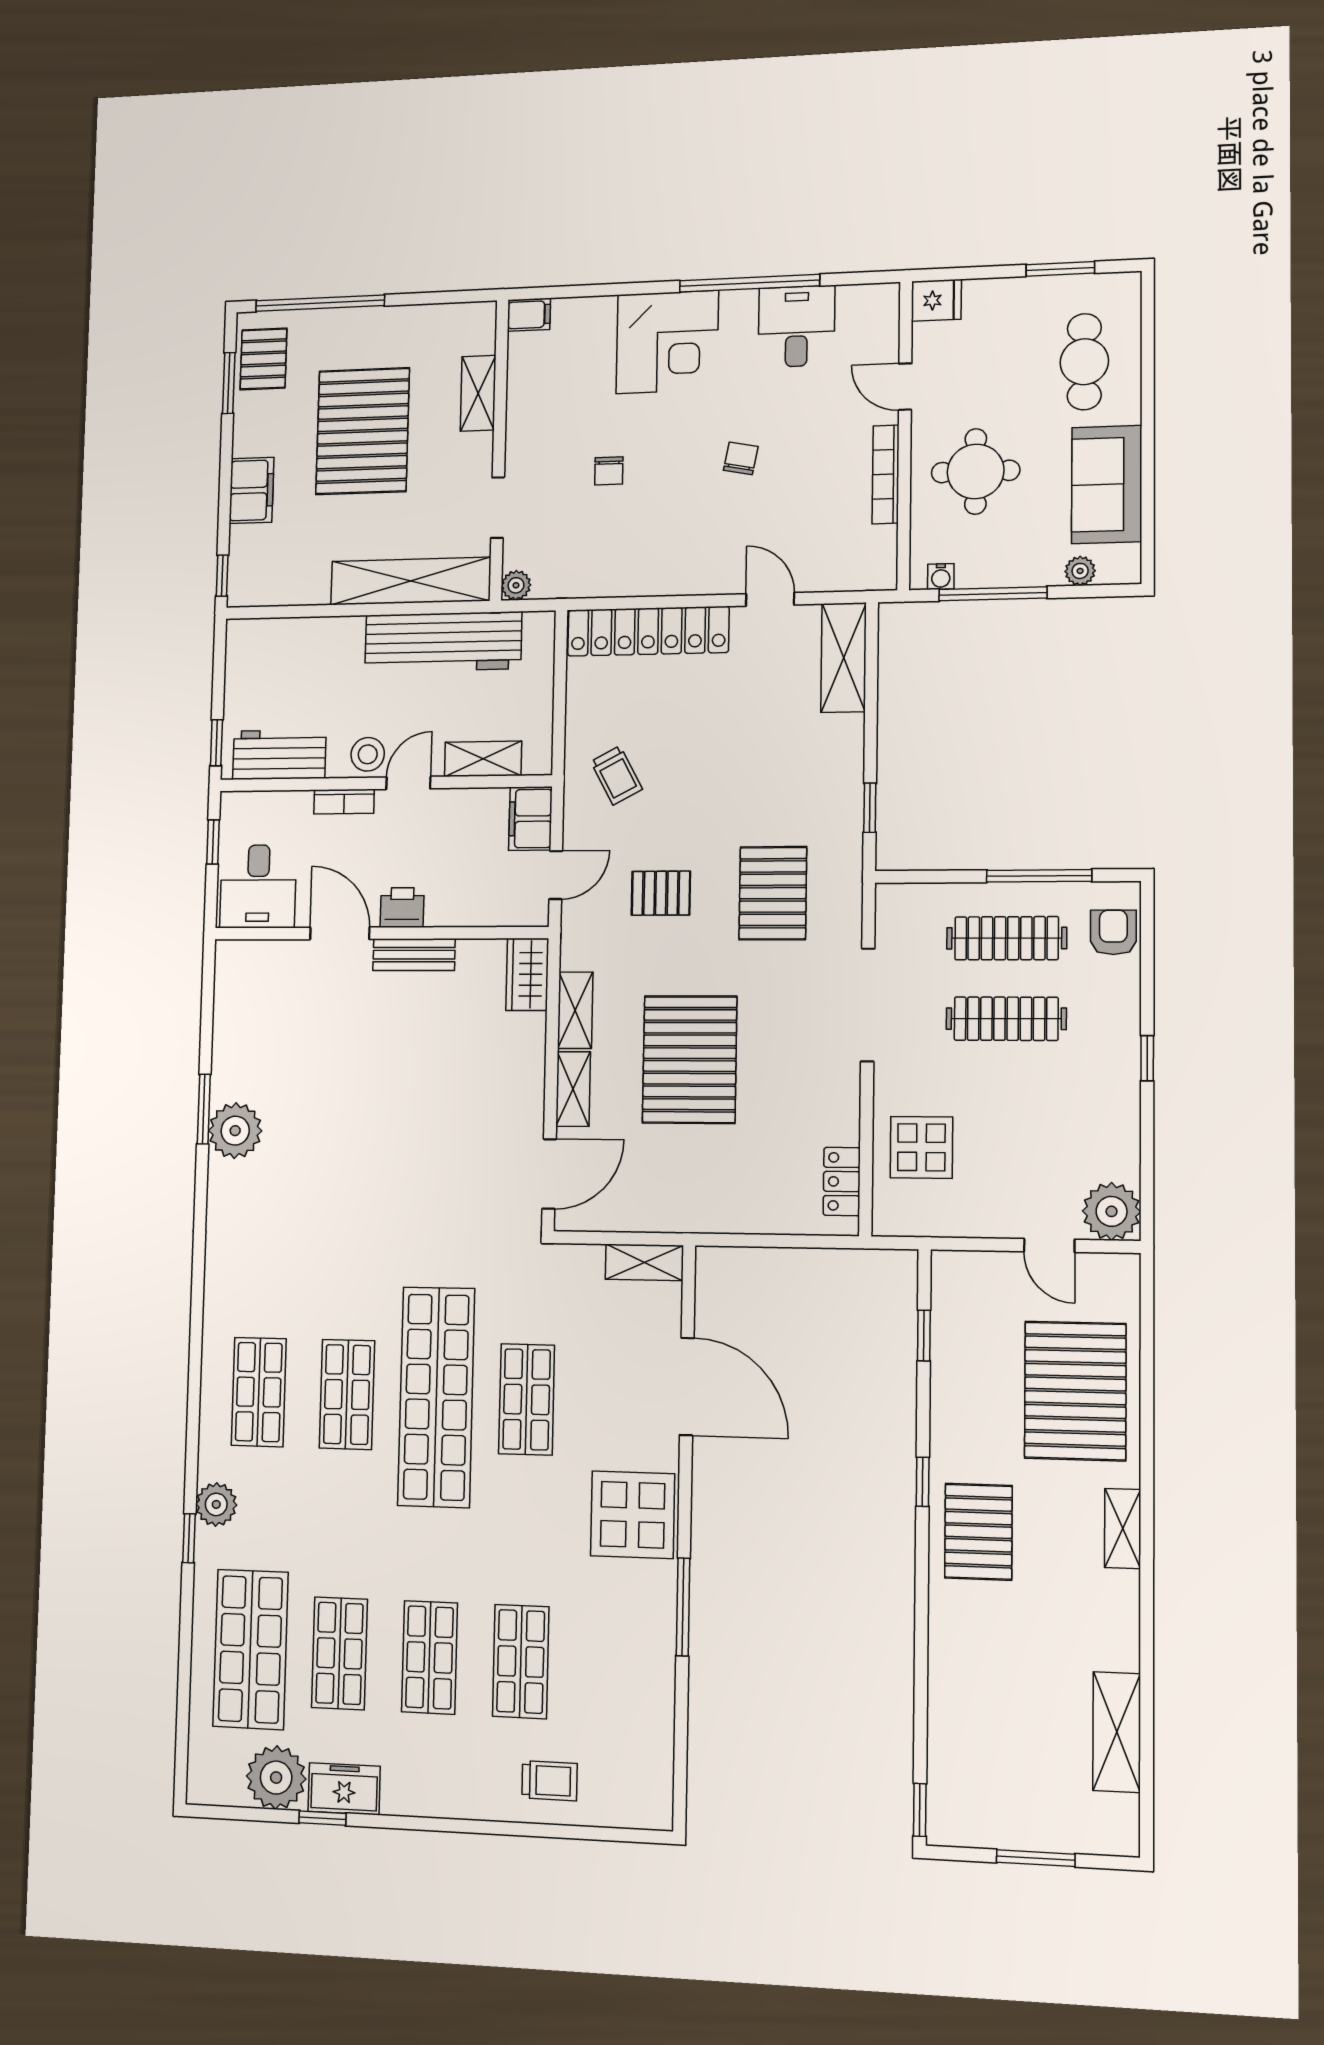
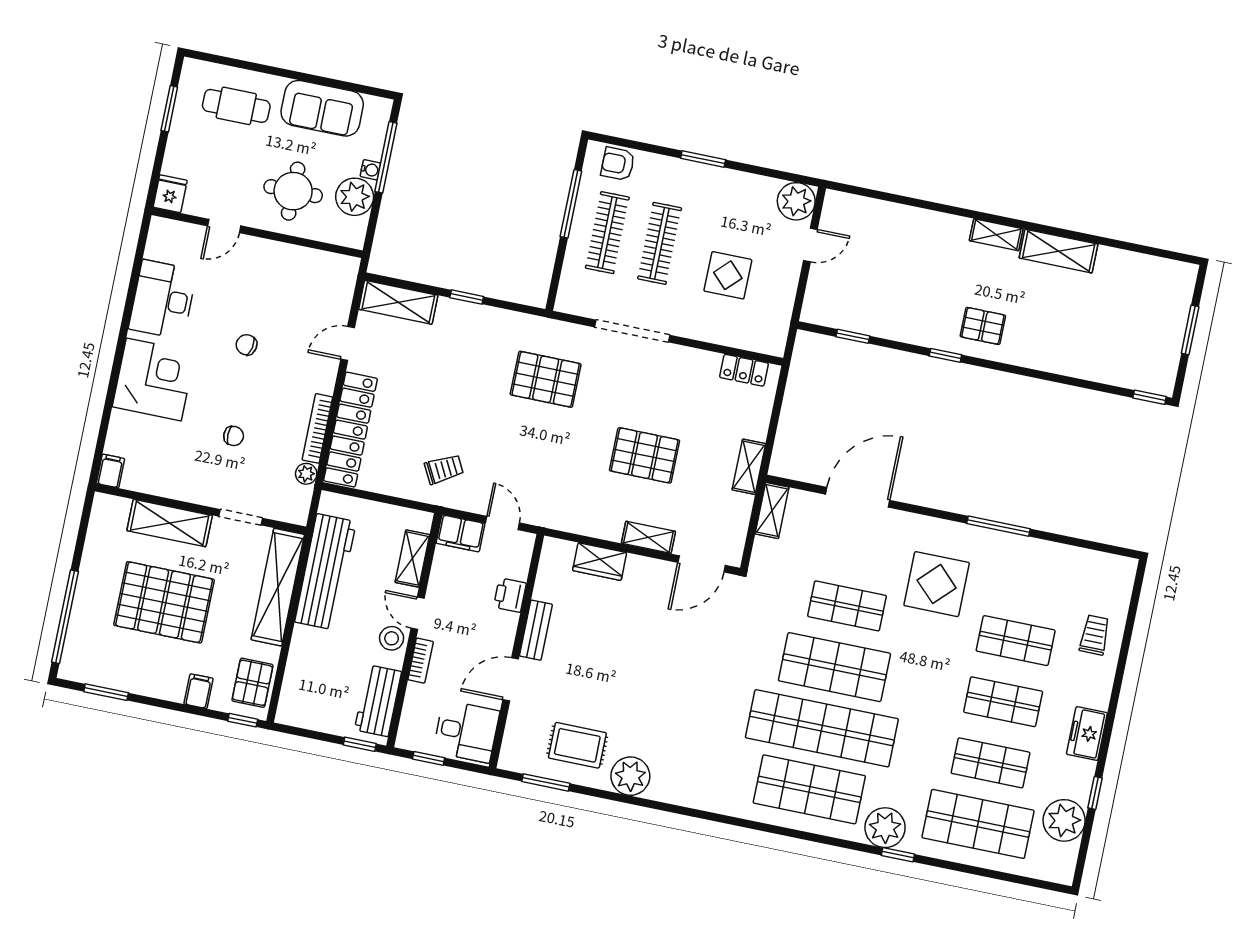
window: (749, 283) -> (127, 316), removed
desk: (797, 326) -> (163, 300), width x1.37
pallet: (264, 359) -> (253, 683), moved, turned 90
shelving: (478, 393) -> (170, 523), width x1.50, depth x1.33
bookcase: (886, 474) -> (317, 428), moved, turned 90
filing cabinet: (252, 490) -> (199, 691), width x0.50
plant: (1080, 571) -> (355, 197), moved, width x1.88, depth x1.88
water cooler: (941, 576) -> (370, 170), moved
plant: (516, 585) -> (306, 474), moved
window: (993, 594) -> (386, 157), moved
window: (870, 808) -> (467, 297), moved
pallet: (661, 893) -> (530, 454), removed
printer: (402, 908) -> (510, 595), moved
wardrobe: (527, 974) -> (600, 562), moved
shelving: (575, 1010) -> (749, 467), moved, turned 90
rug: (265, 1047) -> (577, 745), added
window: (1147, 1058) -> (703, 159), width x1.50
pallet: (690, 1060) -> (645, 455), width x0.73, depth x0.71
window: (204, 1109) -> (546, 782), moved
display table: (921, 1147) -> (728, 275), moved
door: (549, 1174) -> (702, 564), swing flipped
pallet: (1075, 1391) -> (905, 247), removed
shop shelf: (259, 1392) -> (809, 789), width x1.43, depth x1.36
shop shelf: (347, 1394) -> (822, 728), width x2.00, depth x1.36
shop shelf: (436, 1397) -> (834, 667), width x0.71
plant: (216, 1504) -> (885, 828), width x1.36, depth x1.36
display table: (633, 1515) -> (937, 584), moved
pallet: (978, 1532) -> (983, 326), width x0.67, depth x0.71
shelving: (1117, 1732) -> (1059, 251), moved
freezer: (344, 1789) -> (1087, 734), moved

